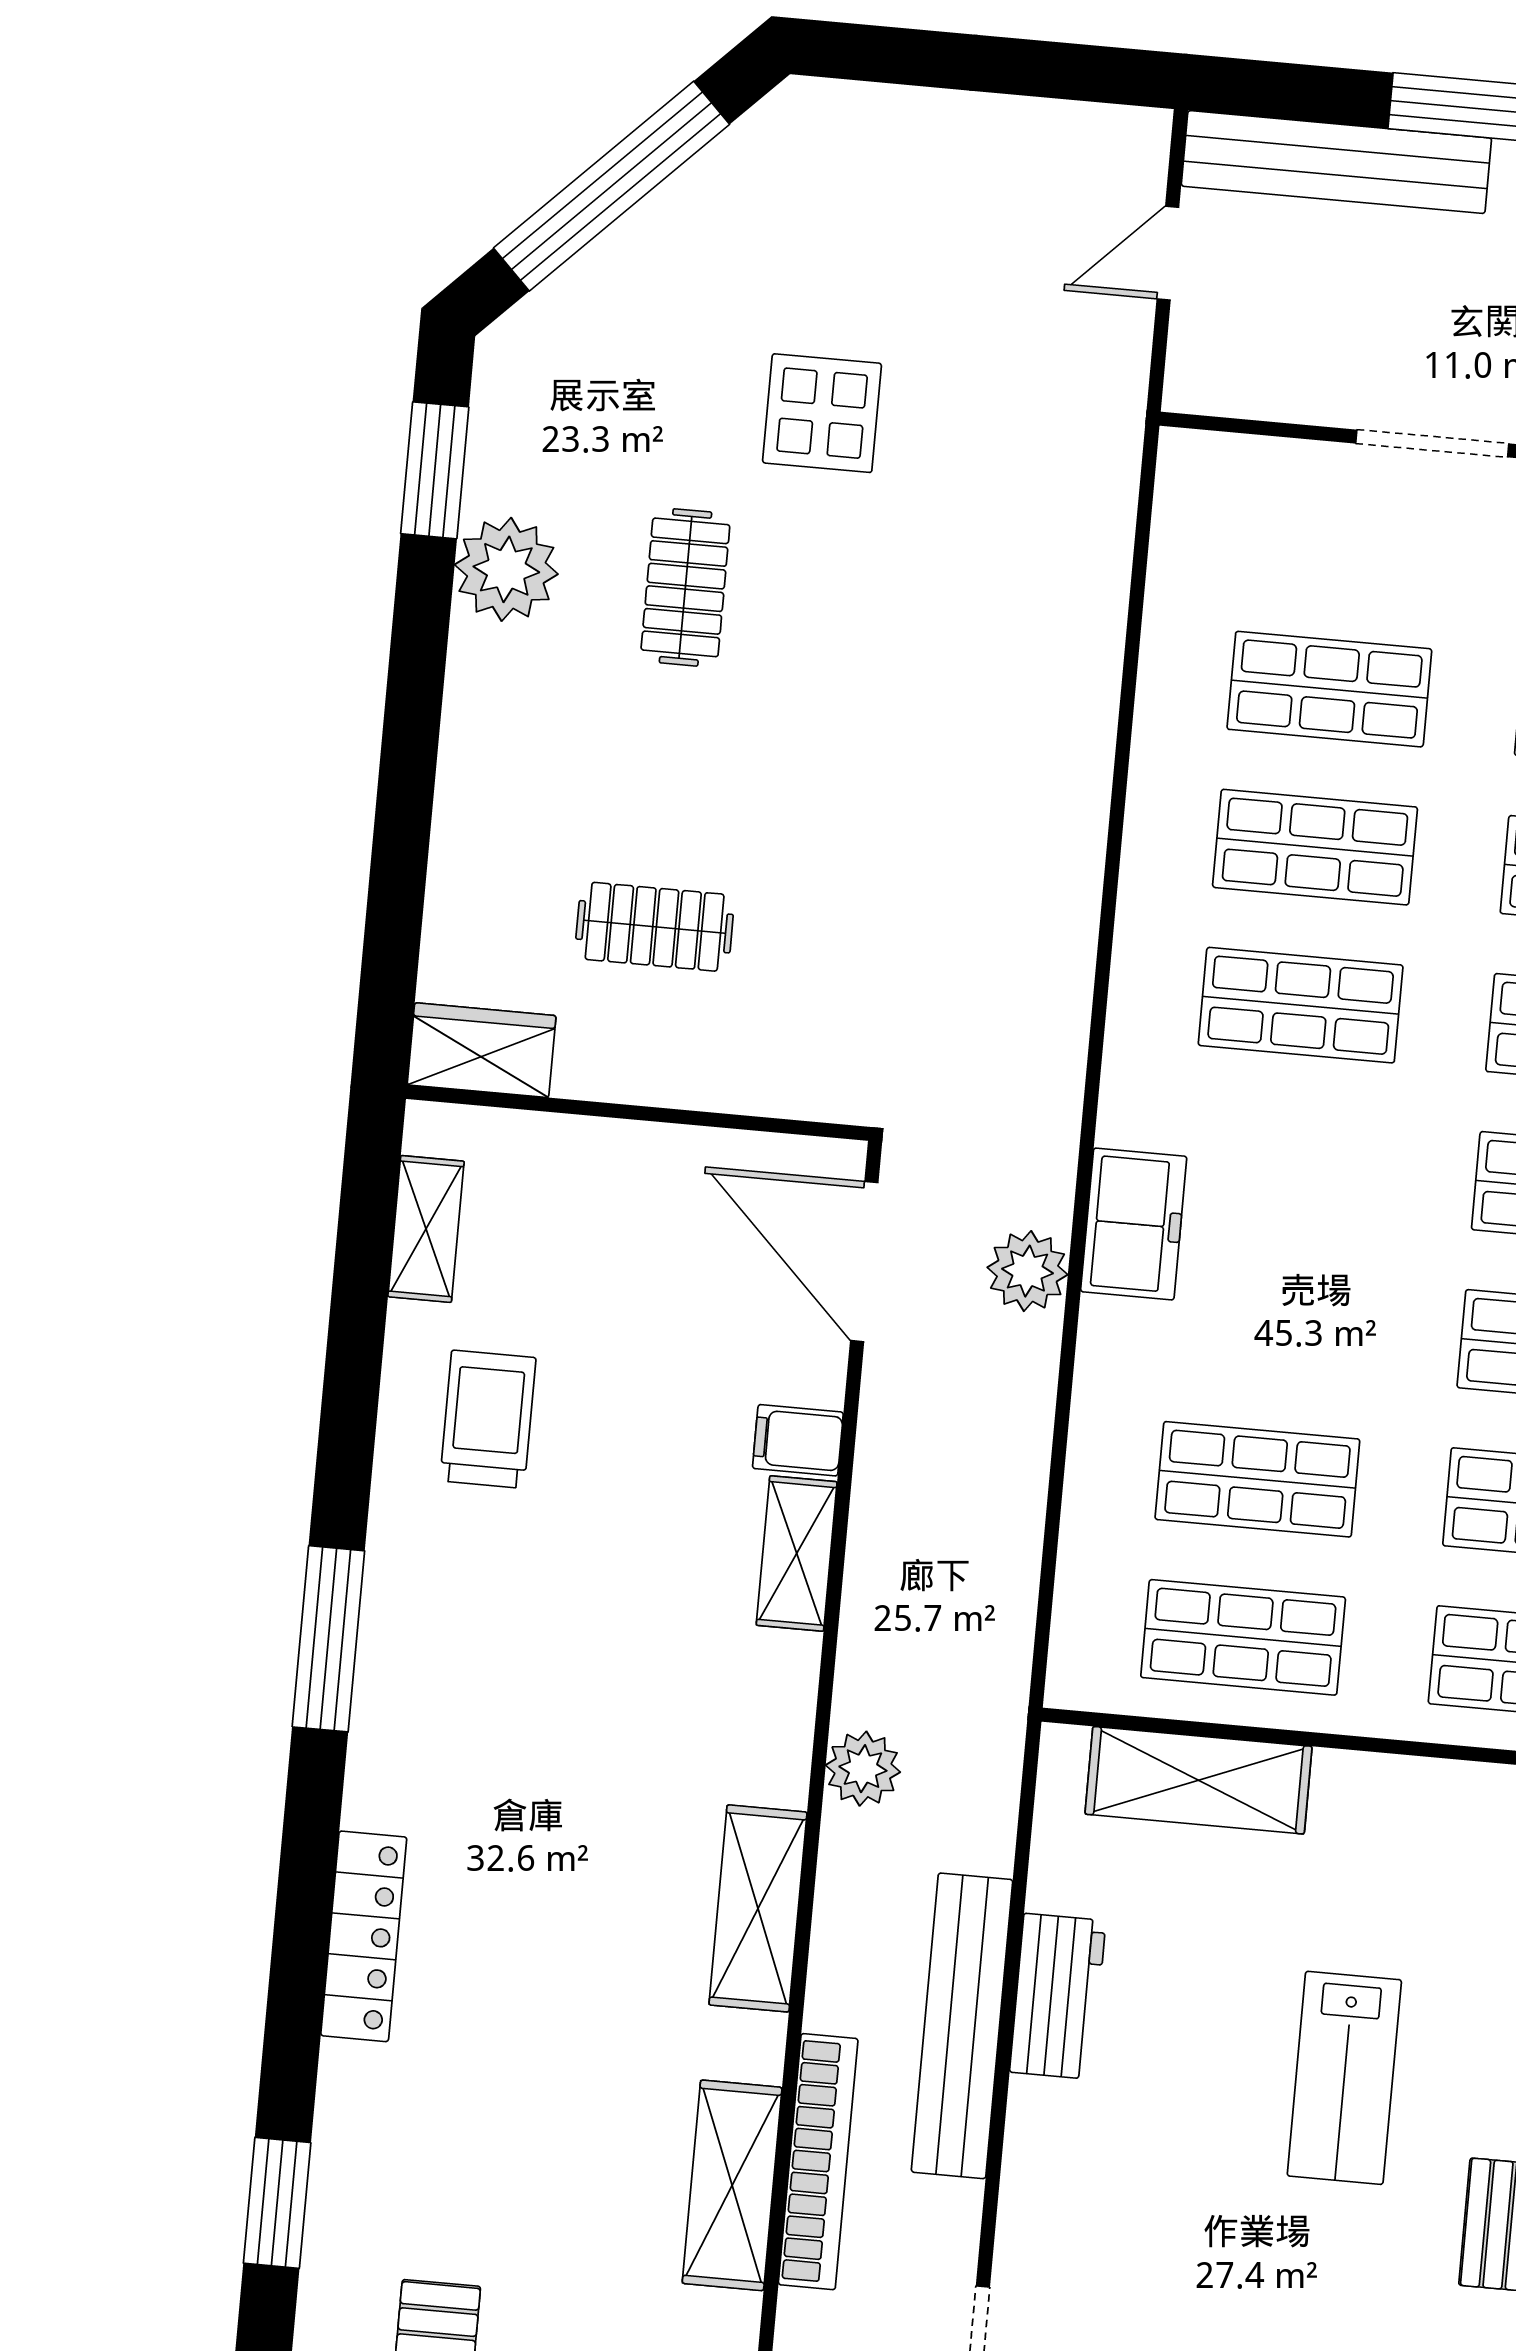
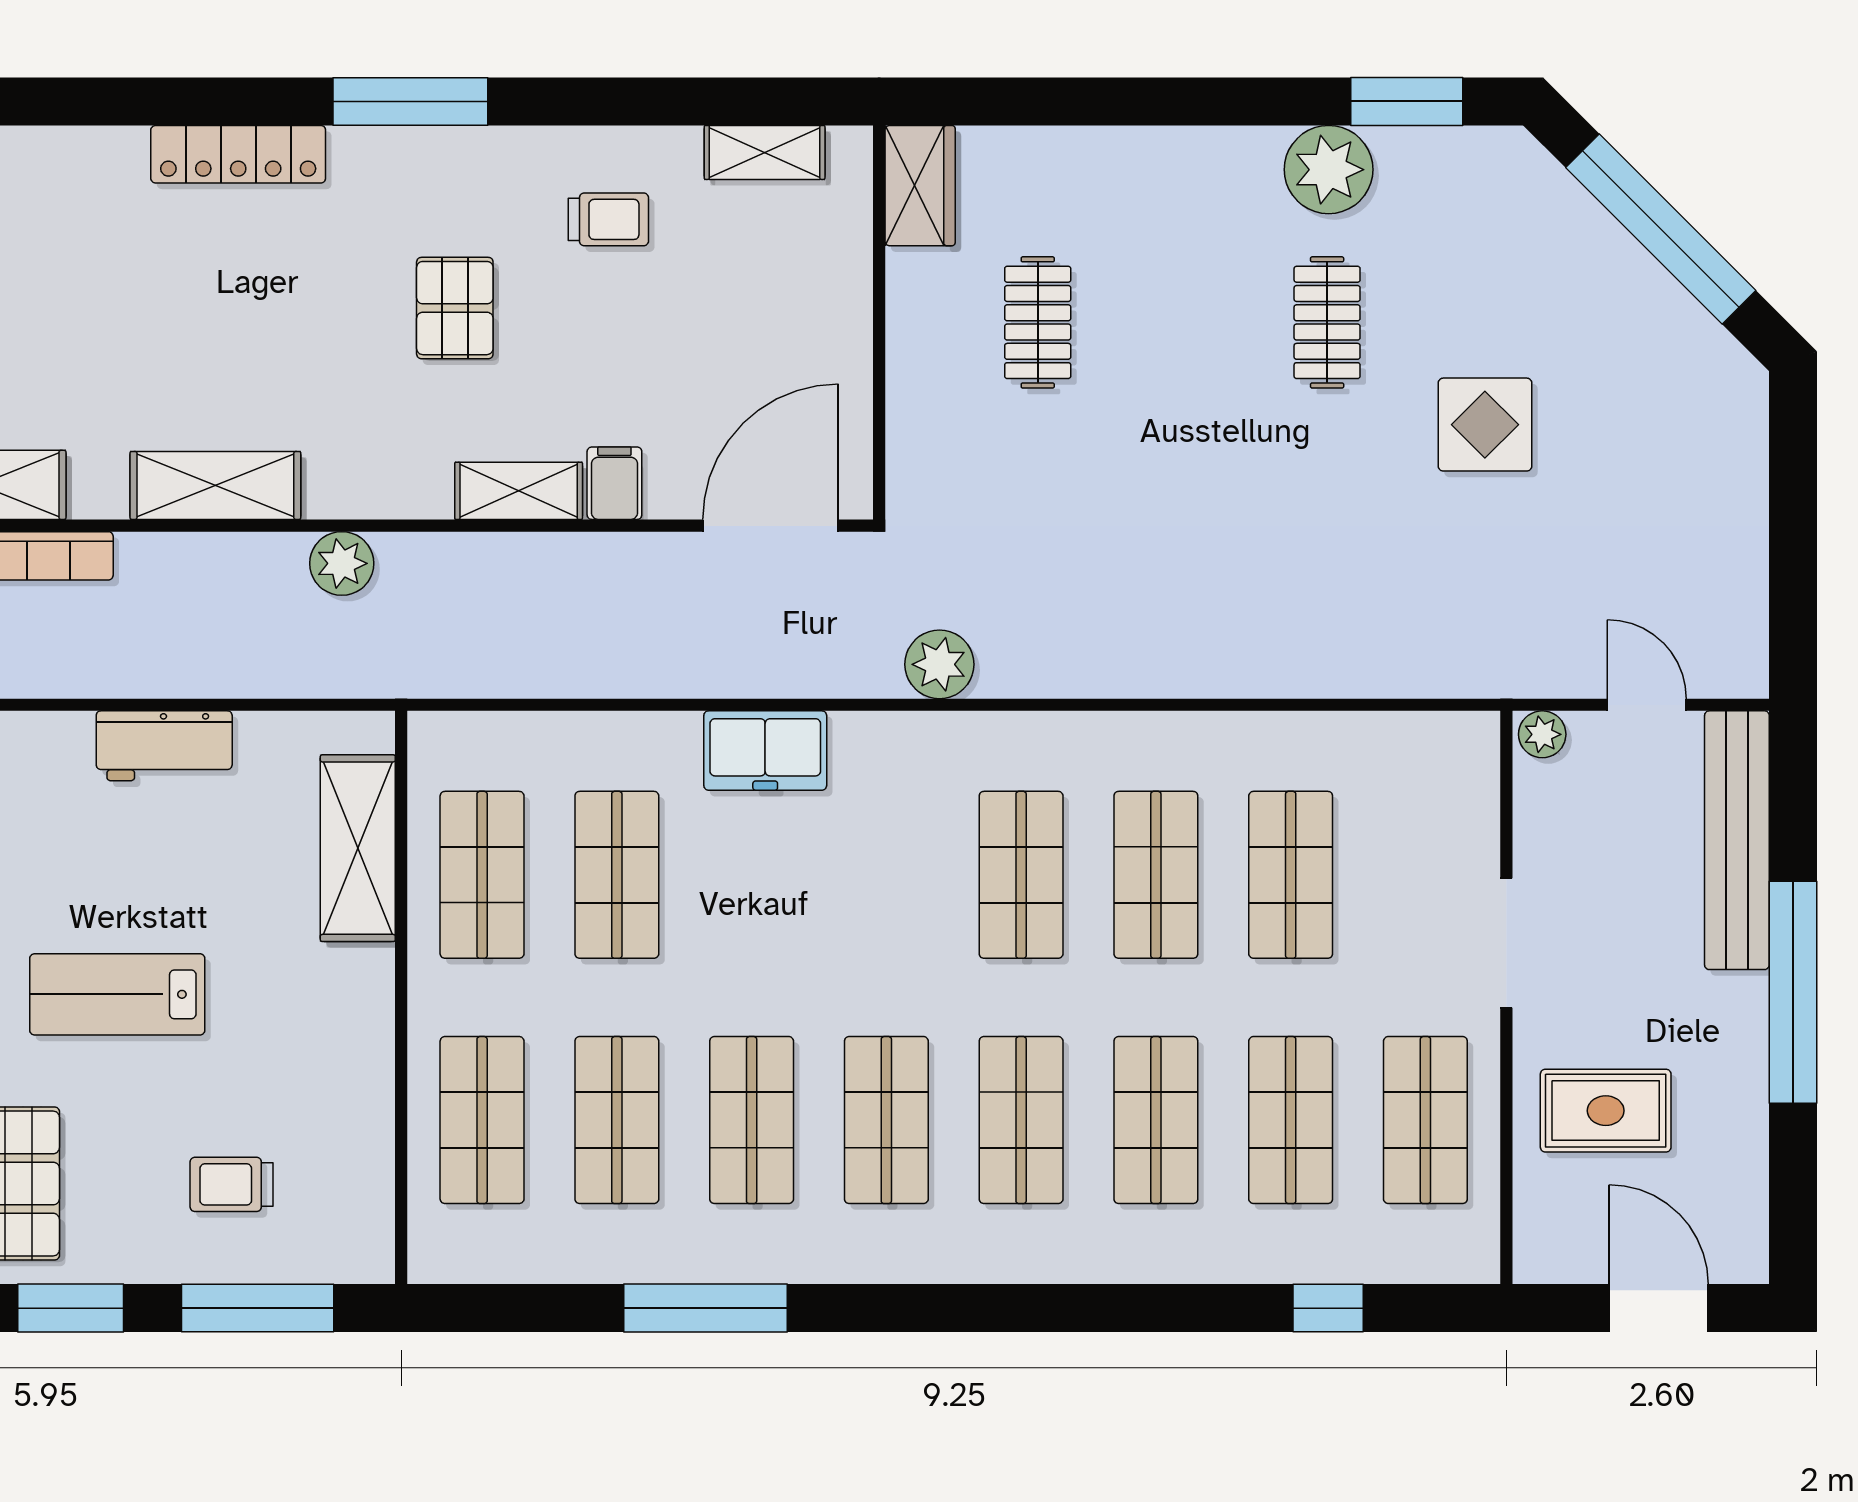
plant: (1191, 379) -> (1542, 734), added
clothes rail: (685, 587) -> (1327, 322), turned 90
freezer: (1134, 1224) -> (765, 751), moved
plant: (1028, 1271) -> (939, 664), moved
trolley: (488, 1419) -> (608, 219), width x0.73, depth x0.72
pallet: (575, 1609) -> (455, 308), added
locker: (364, 1936) -> (238, 154), moved
bench: (962, 2026) -> (132, 667), removed

